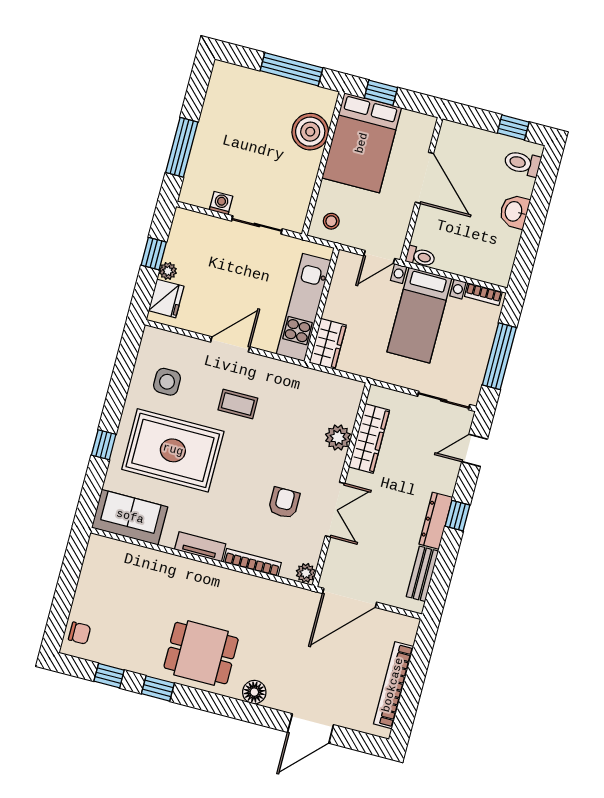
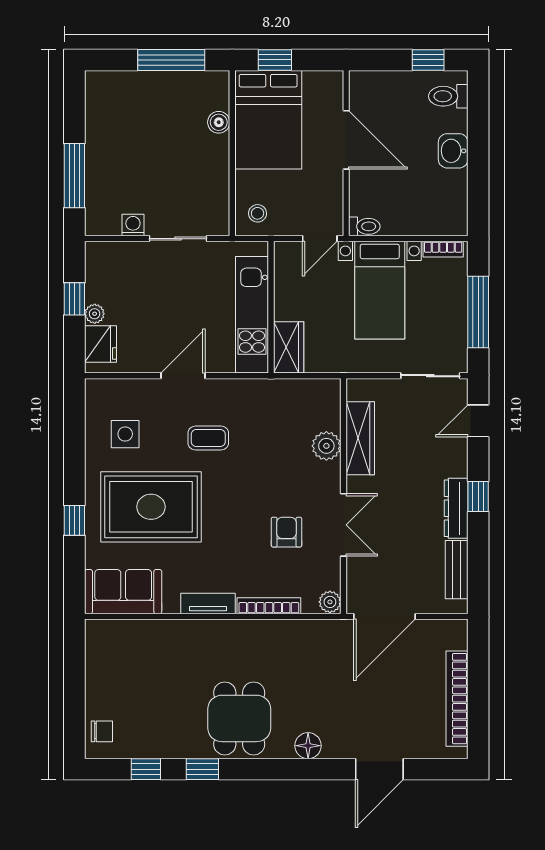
boiler: (310, 132) -> (219, 122), width x0.54, depth x0.54
dining table: (201, 653) -> (239, 718), turned 90

